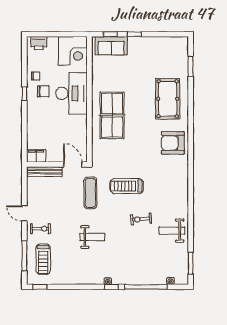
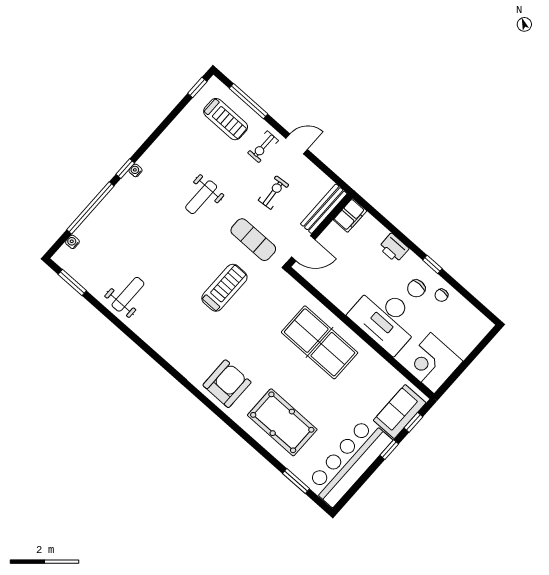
printer: (39, 43) -> (394, 248), moved, turned -90
bar counter: (158, 49) -> (349, 462), added
exercise bike: (141, 219) -> (273, 193), moved
treadmill: (43, 259) -> (226, 119), turned 180

